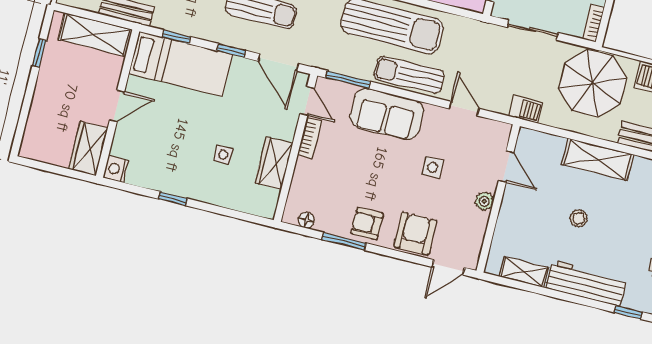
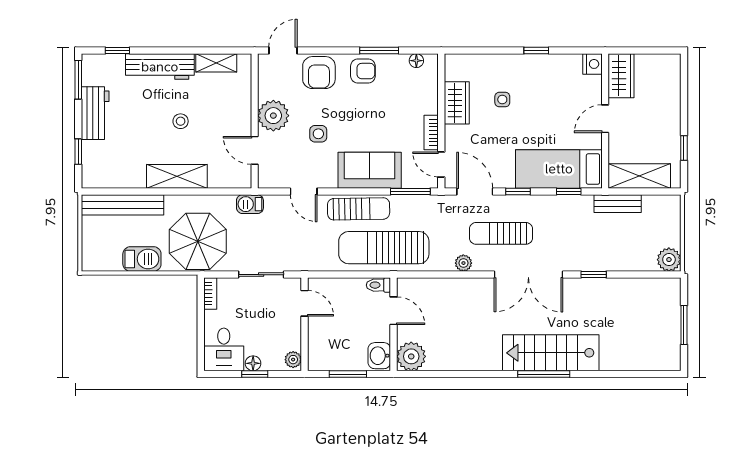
plant: (484, 201) -> (273, 116), width x1.88, depth x1.88

